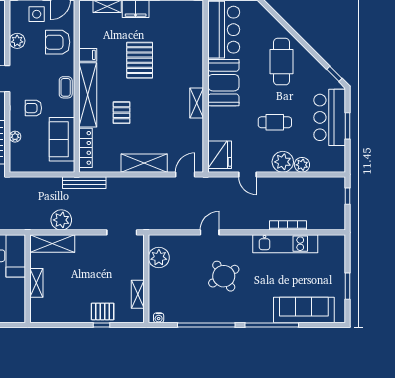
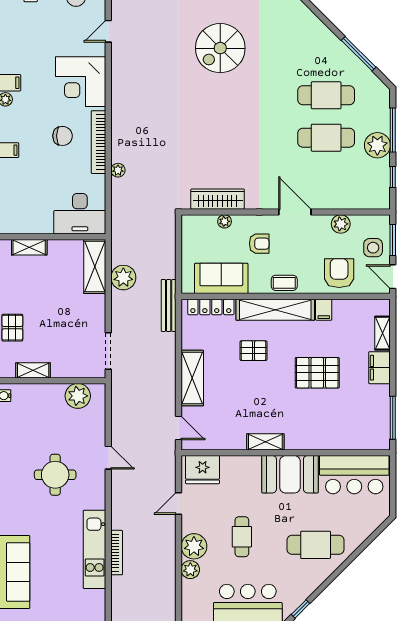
armchair: (33, 108) -> (259, 244), turned 90
round table: (224, 276) -> (55, 475), turned 32
shelving: (36, 283) -> (29, 247), moved

